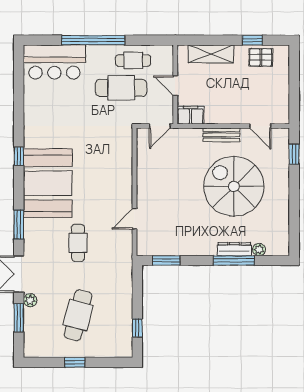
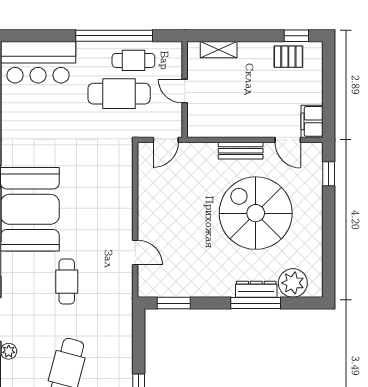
window: (93, 40) -> (114, 36), moved
window: (252, 40) -> (296, 36), moved
shelving: (211, 54) -> (219, 50), width x0.67, depth x0.75
filing cabinet: (191, 115) -> (312, 121), moved, turned -90
door: (134, 219) -> (135, 253), swing flipped
plant: (259, 249) -> (293, 283), width x1.88, depth x1.88

